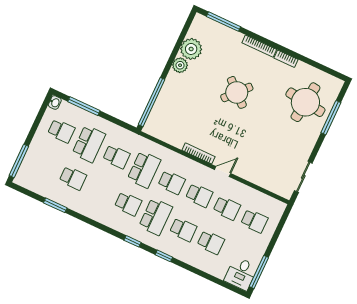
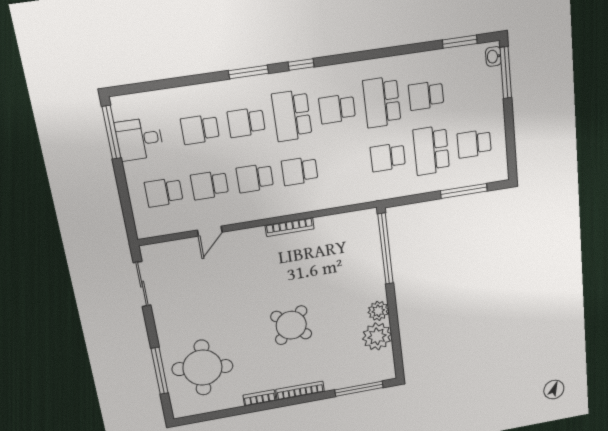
washbasin: (55, 102) -> (493, 56), moved
school desk: (144, 170) -> (382, 102), moved
door: (223, 172) -> (210, 231), moved
window: (55, 205) -> (460, 42), moved
window: (164, 256) -> (248, 72), width x1.50
desk: (241, 274) -> (139, 139), moved, turned -90

